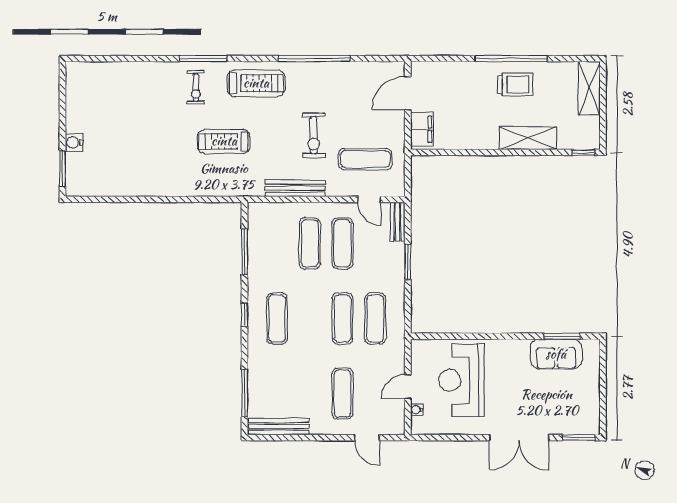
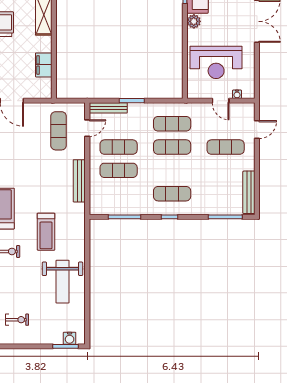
filing cabinet: (422, 129) -> (44, 65), moved, turned -90
exercise bike: (314, 135) -> (17, 320), moved, width x0.73, depth x0.72
water cooler: (74, 142) -> (70, 338), moved
weight bench: (153, 165) -> (63, 282), added
bench: (397, 222) -> (108, 108), width x1.36
plant: (519, 349) -> (194, 21), added

